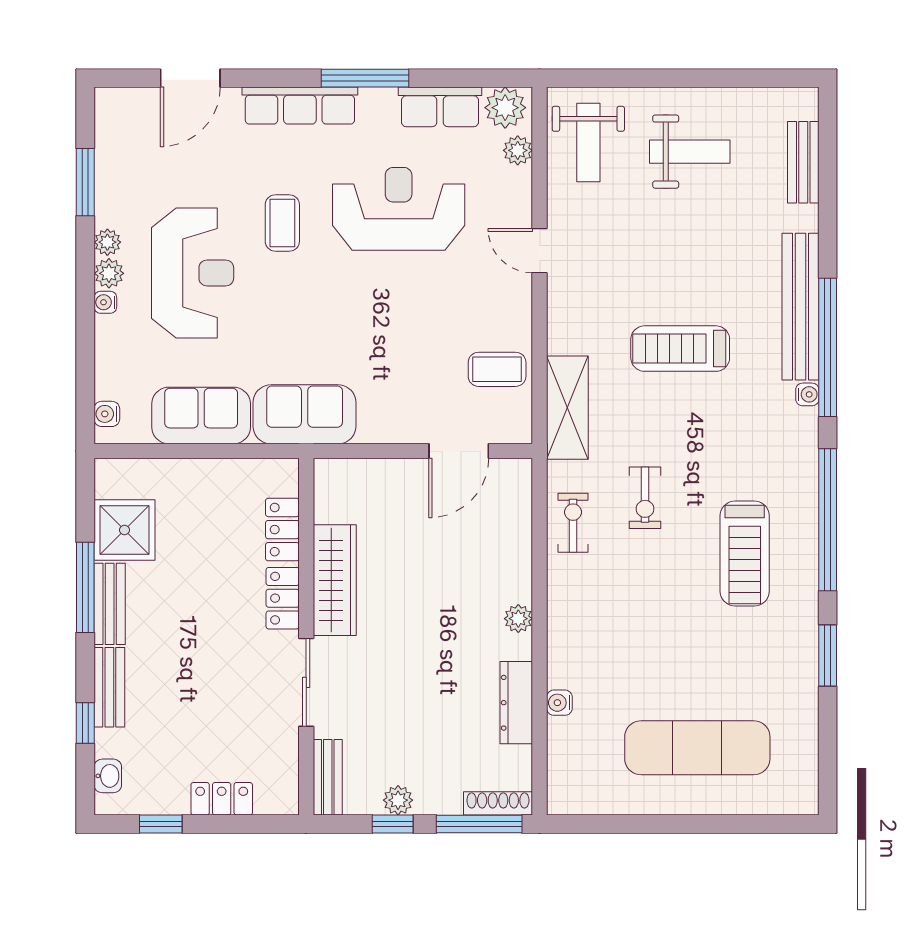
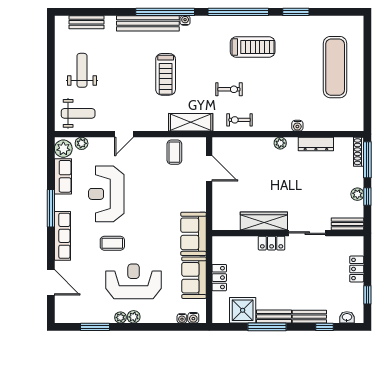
water cooler: (105, 302) -> (182, 318), moved
locker: (282, 530) -> (219, 278), moved, turned -90
water cooler: (559, 703) -> (297, 126), moved

